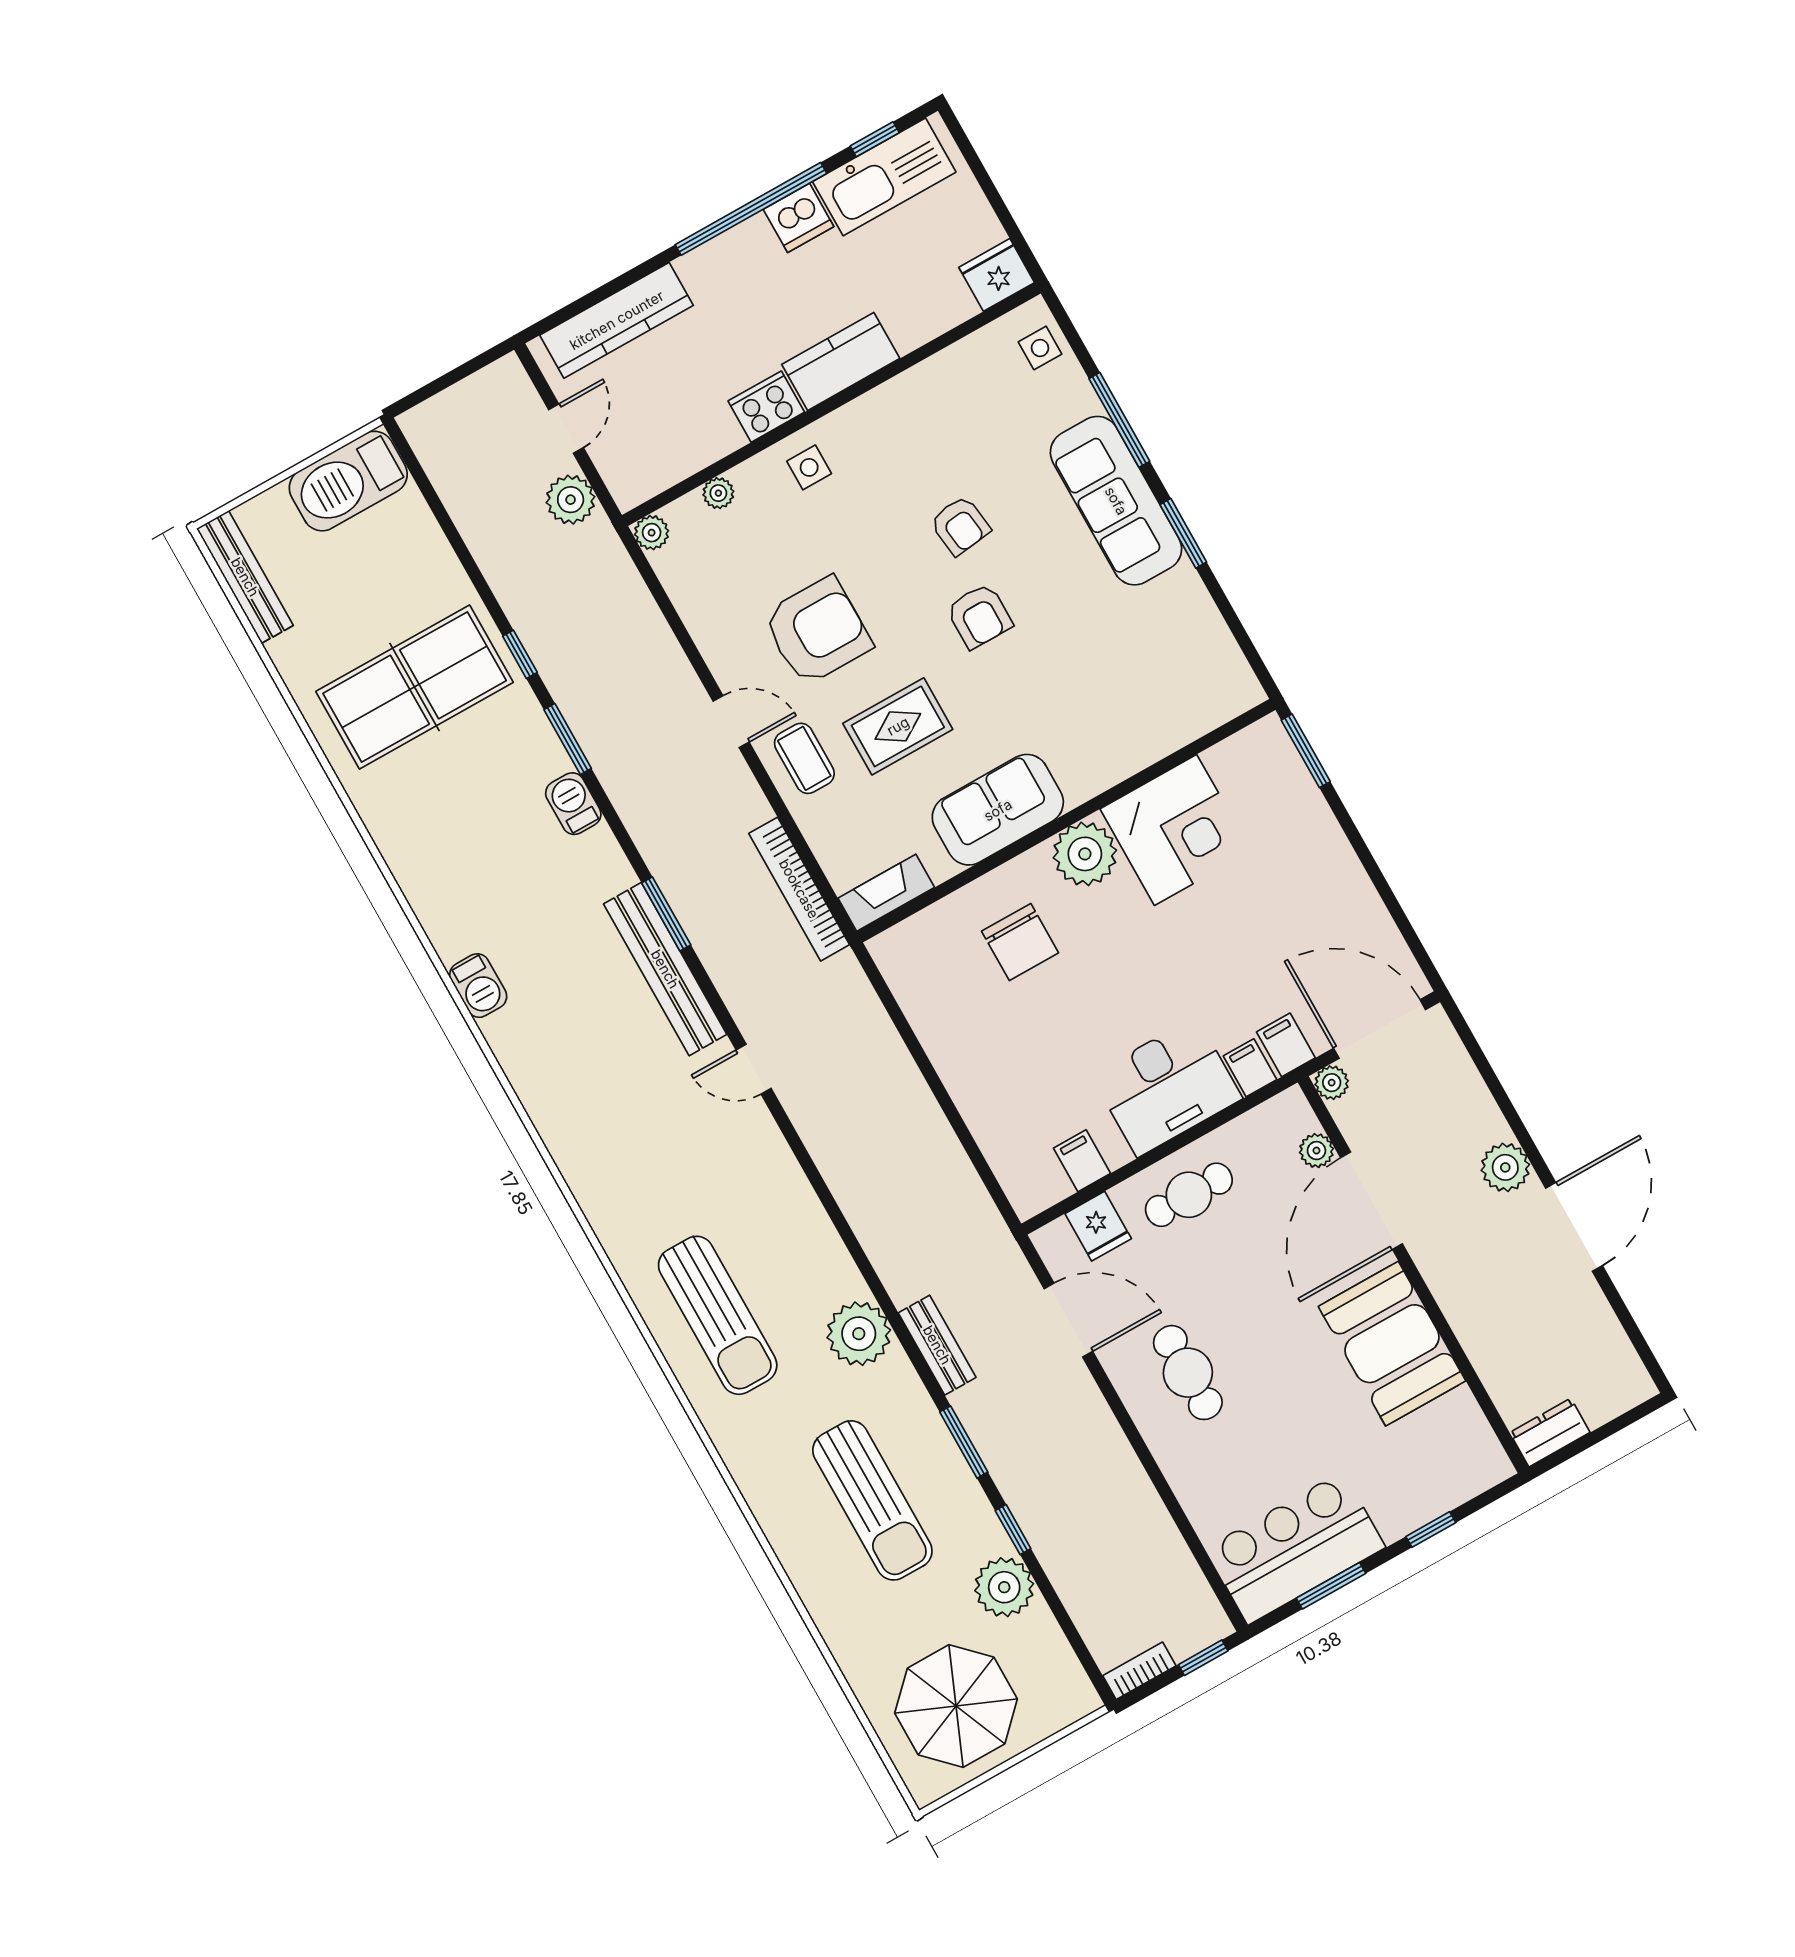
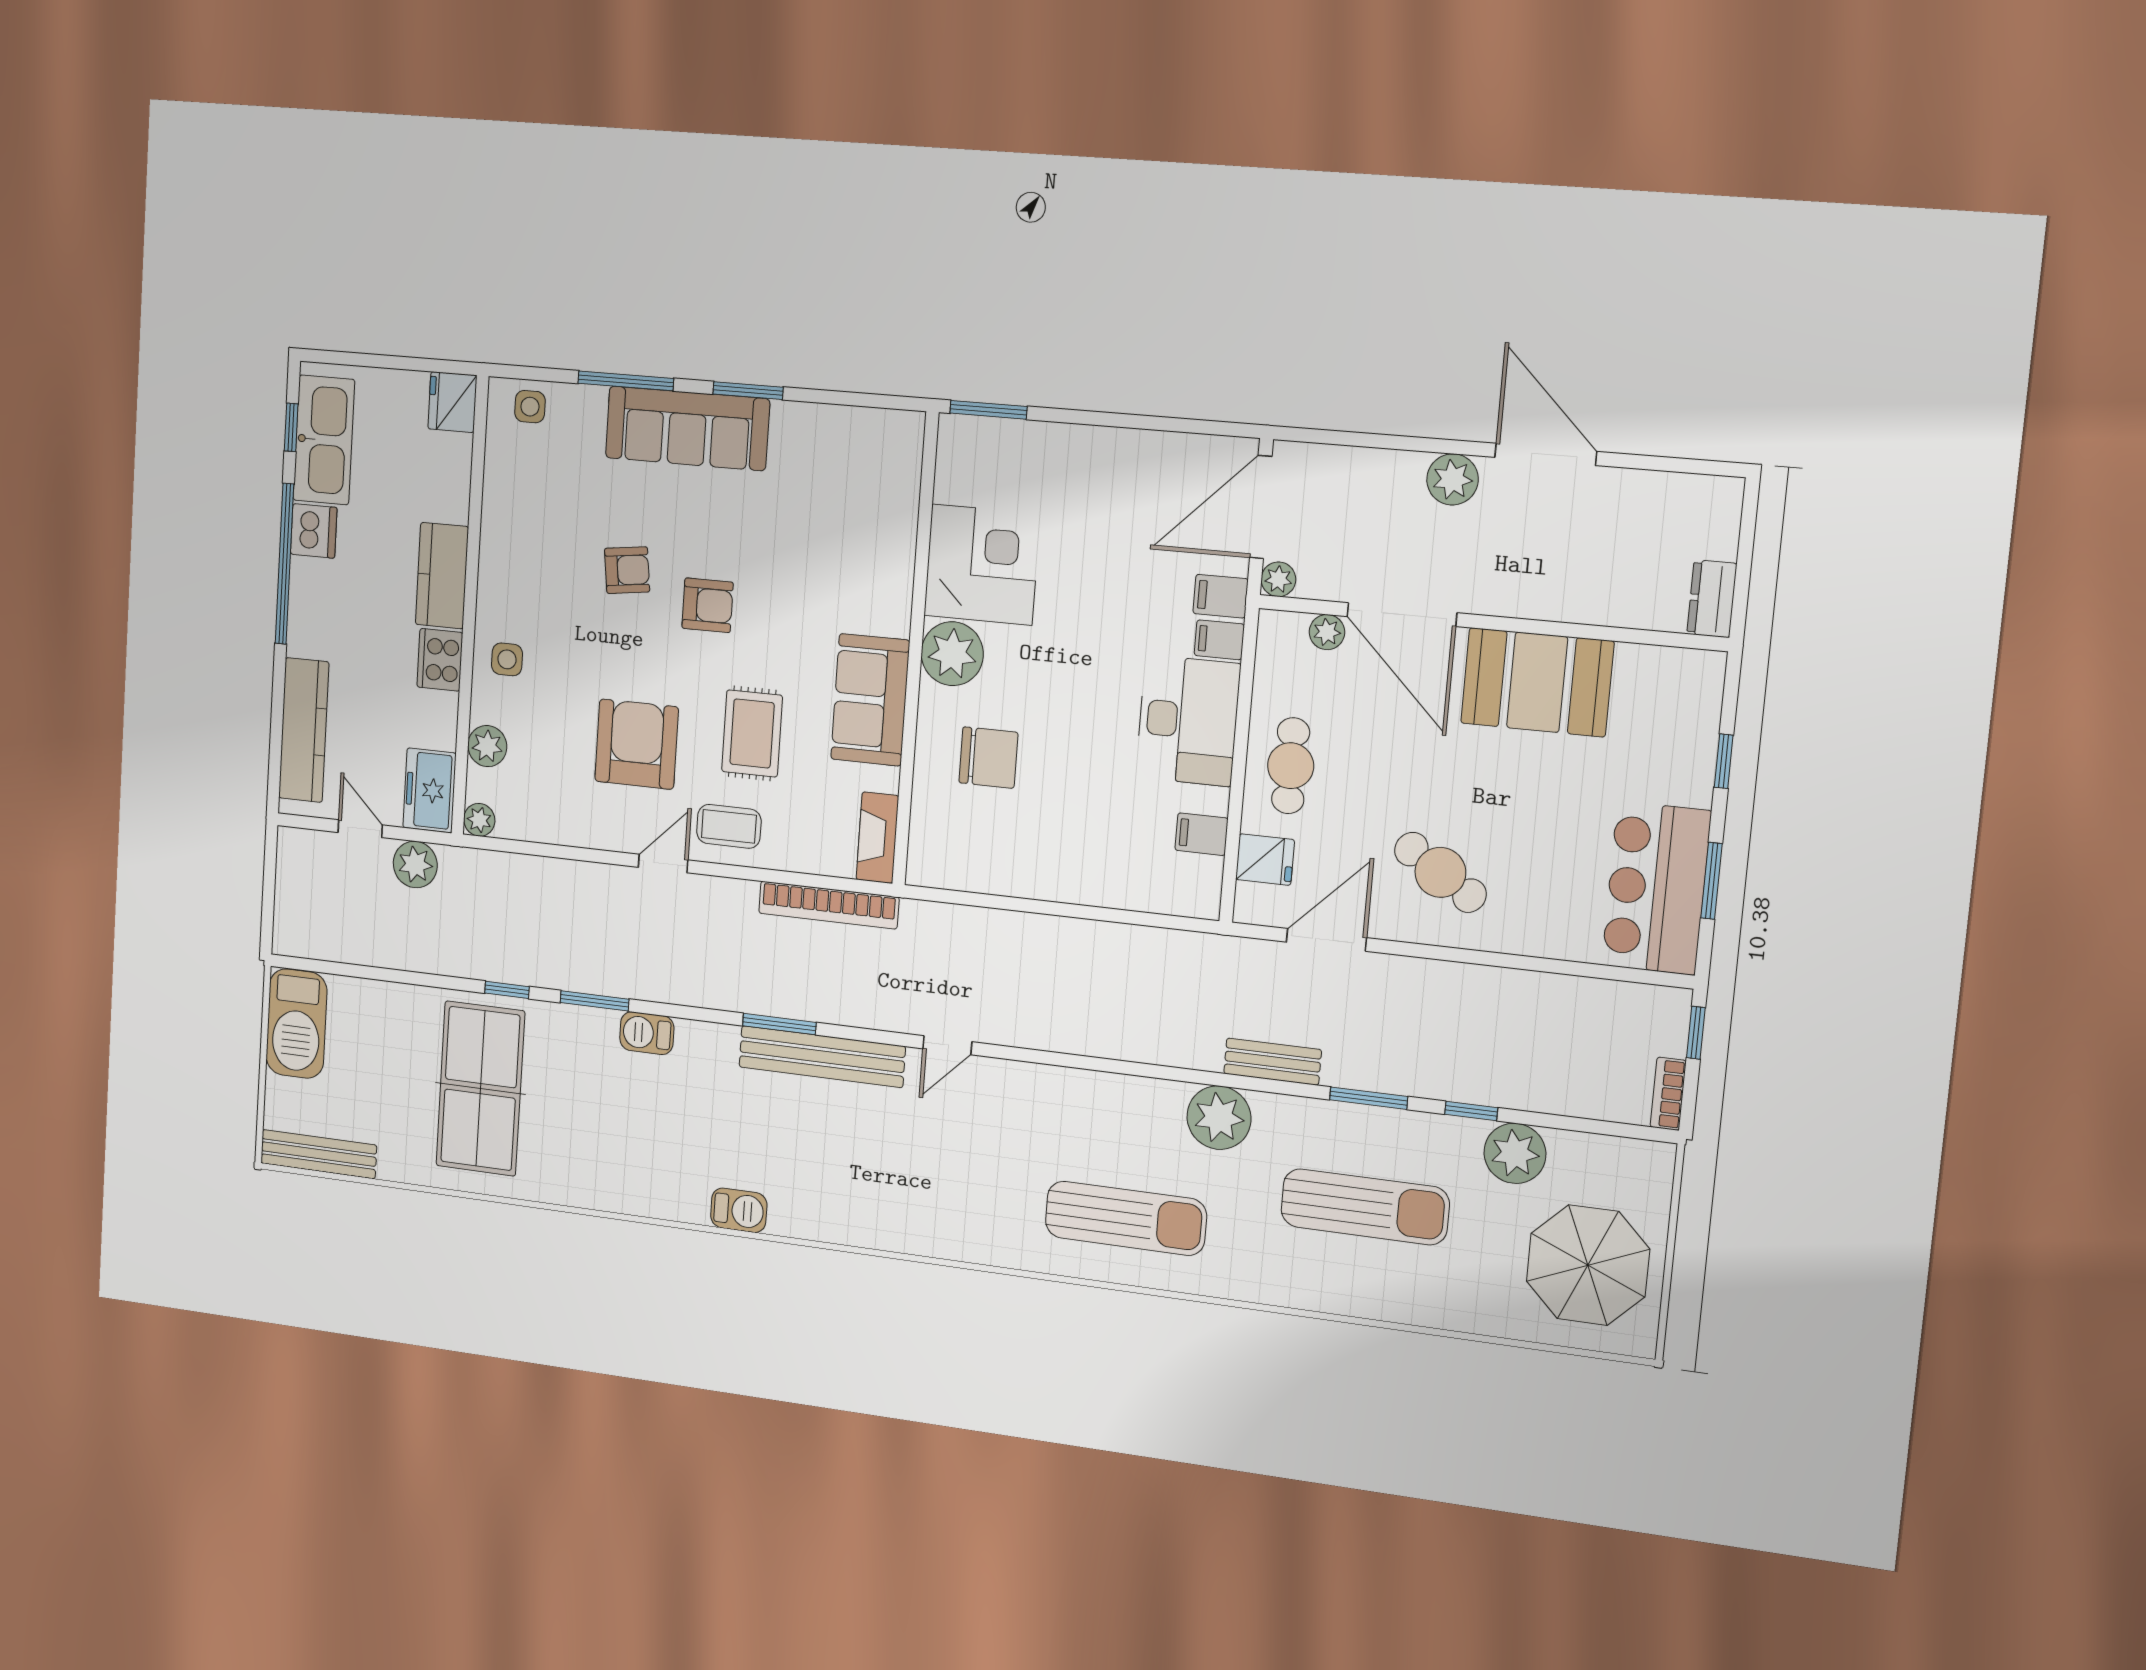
freezer: (645, 471) -> (429, 790), added
plant: (718, 493) -> (487, 746), width x1.38, depth x1.38
cafe table: (1188, 1373) -> (1440, 872), turned 33

